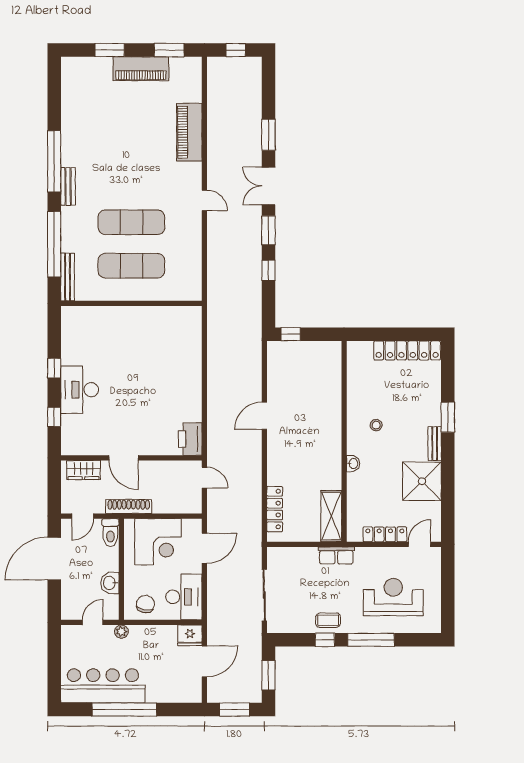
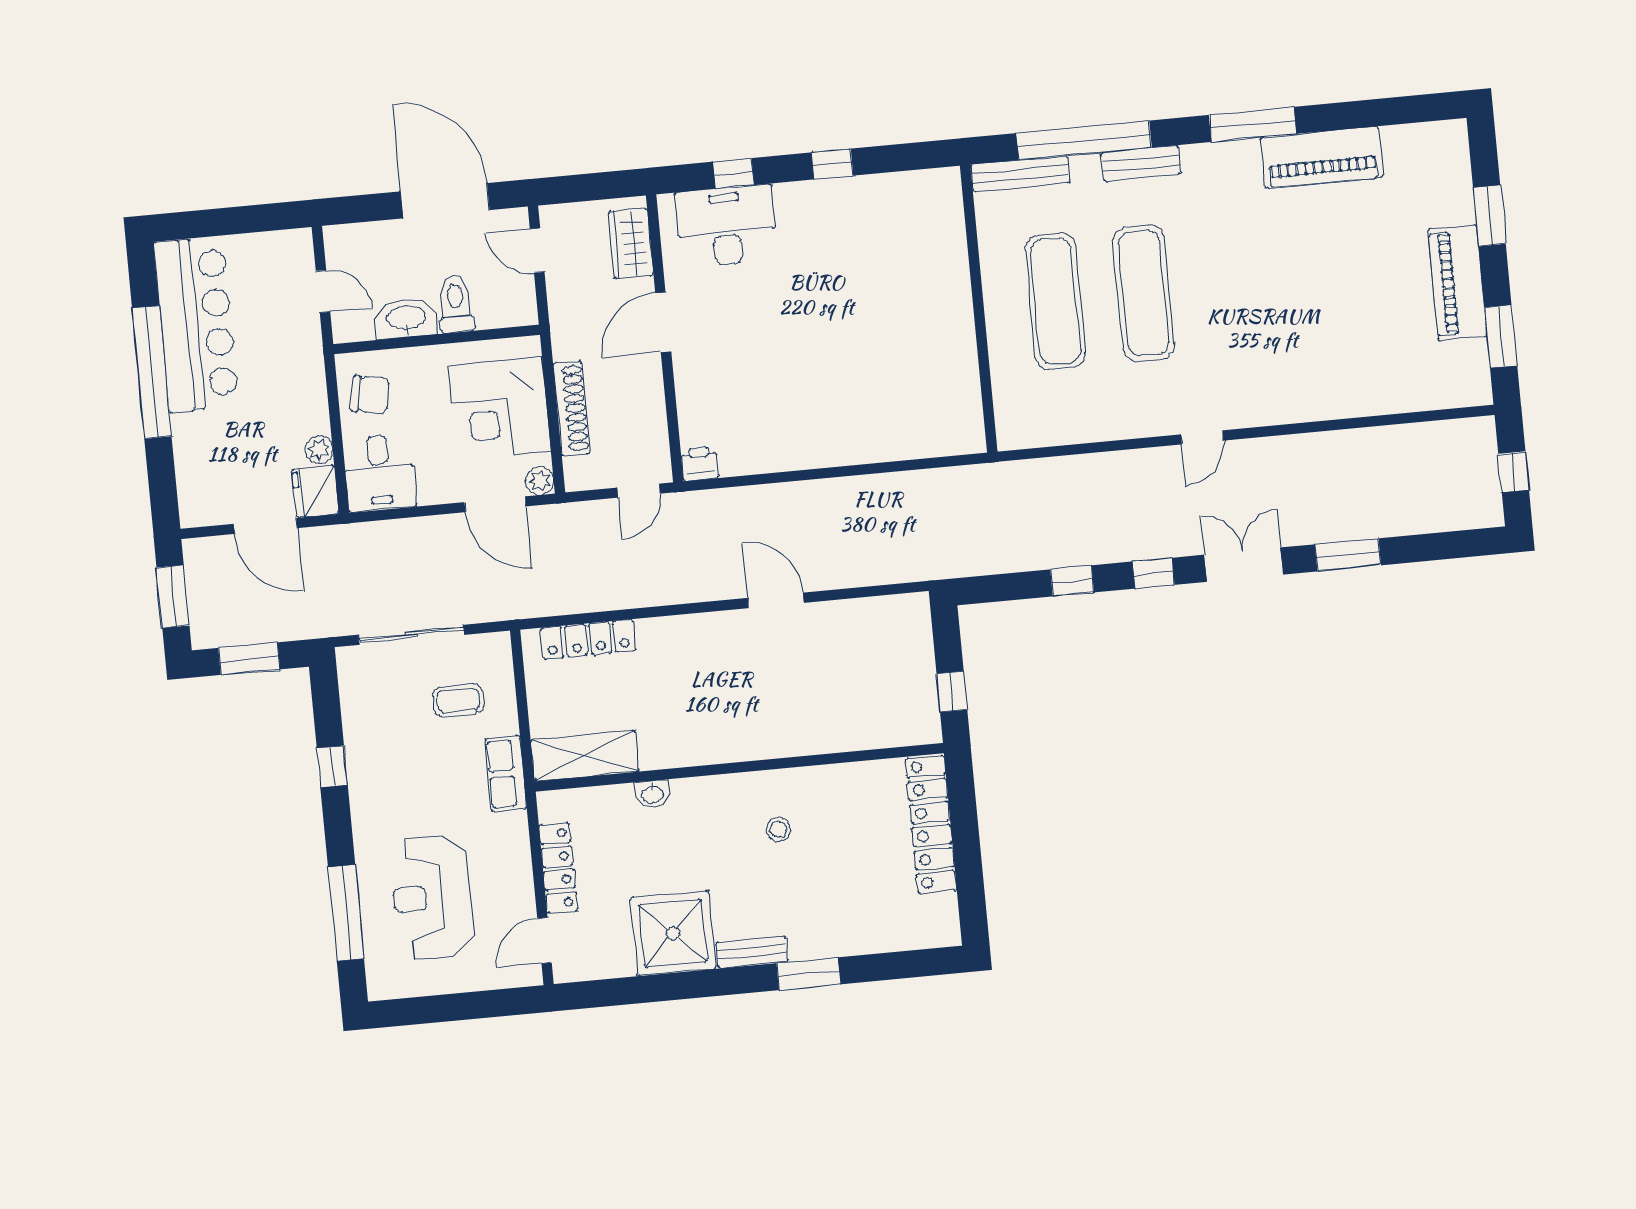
piano: (189, 132) -> (1322, 157), moved, turned 180
window: (54, 161) -> (1253, 124), width x0.68
bench: (68, 186) -> (1141, 163), moved
window: (268, 230) -> (1154, 573), width x0.67
window: (291, 334) -> (952, 692), moved
locker: (407, 350) -> (931, 824), moved
desk: (80, 390) -> (726, 226), moved
printer: (190, 439) -> (699, 464), width x0.53, depth x0.68
washbasin: (353, 464) -> (652, 794), moved
shoe rack: (129, 506) -> (572, 408), moved
plant: (195, 525) -> (540, 481), added
toilet: (110, 533) -> (456, 304), moved, turned 90
door: (420, 544) -> (544, 941), swing flipped
washbasin: (110, 583) -> (406, 319), width x1.38
desk: (184, 597) -> (380, 473), width x0.73
reception desk: (393, 597) -> (432, 897), turned 180
coffee table: (328, 620) -> (458, 700), moved, turned 90
plant: (121, 632) -> (319, 450), moved
window: (371, 640) -> (346, 913), moved

